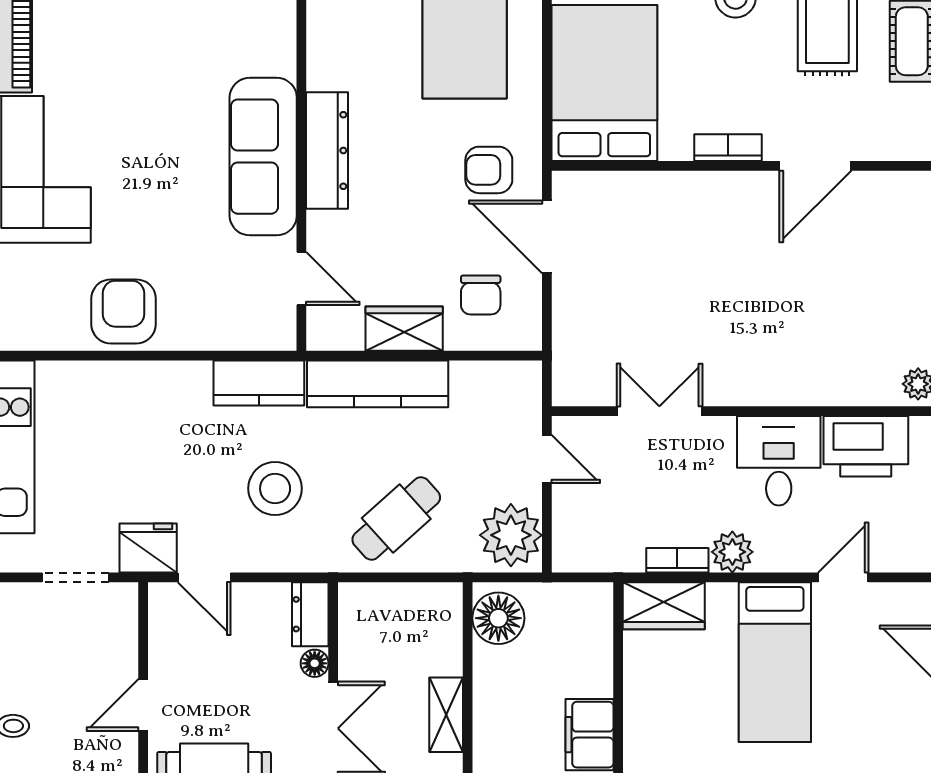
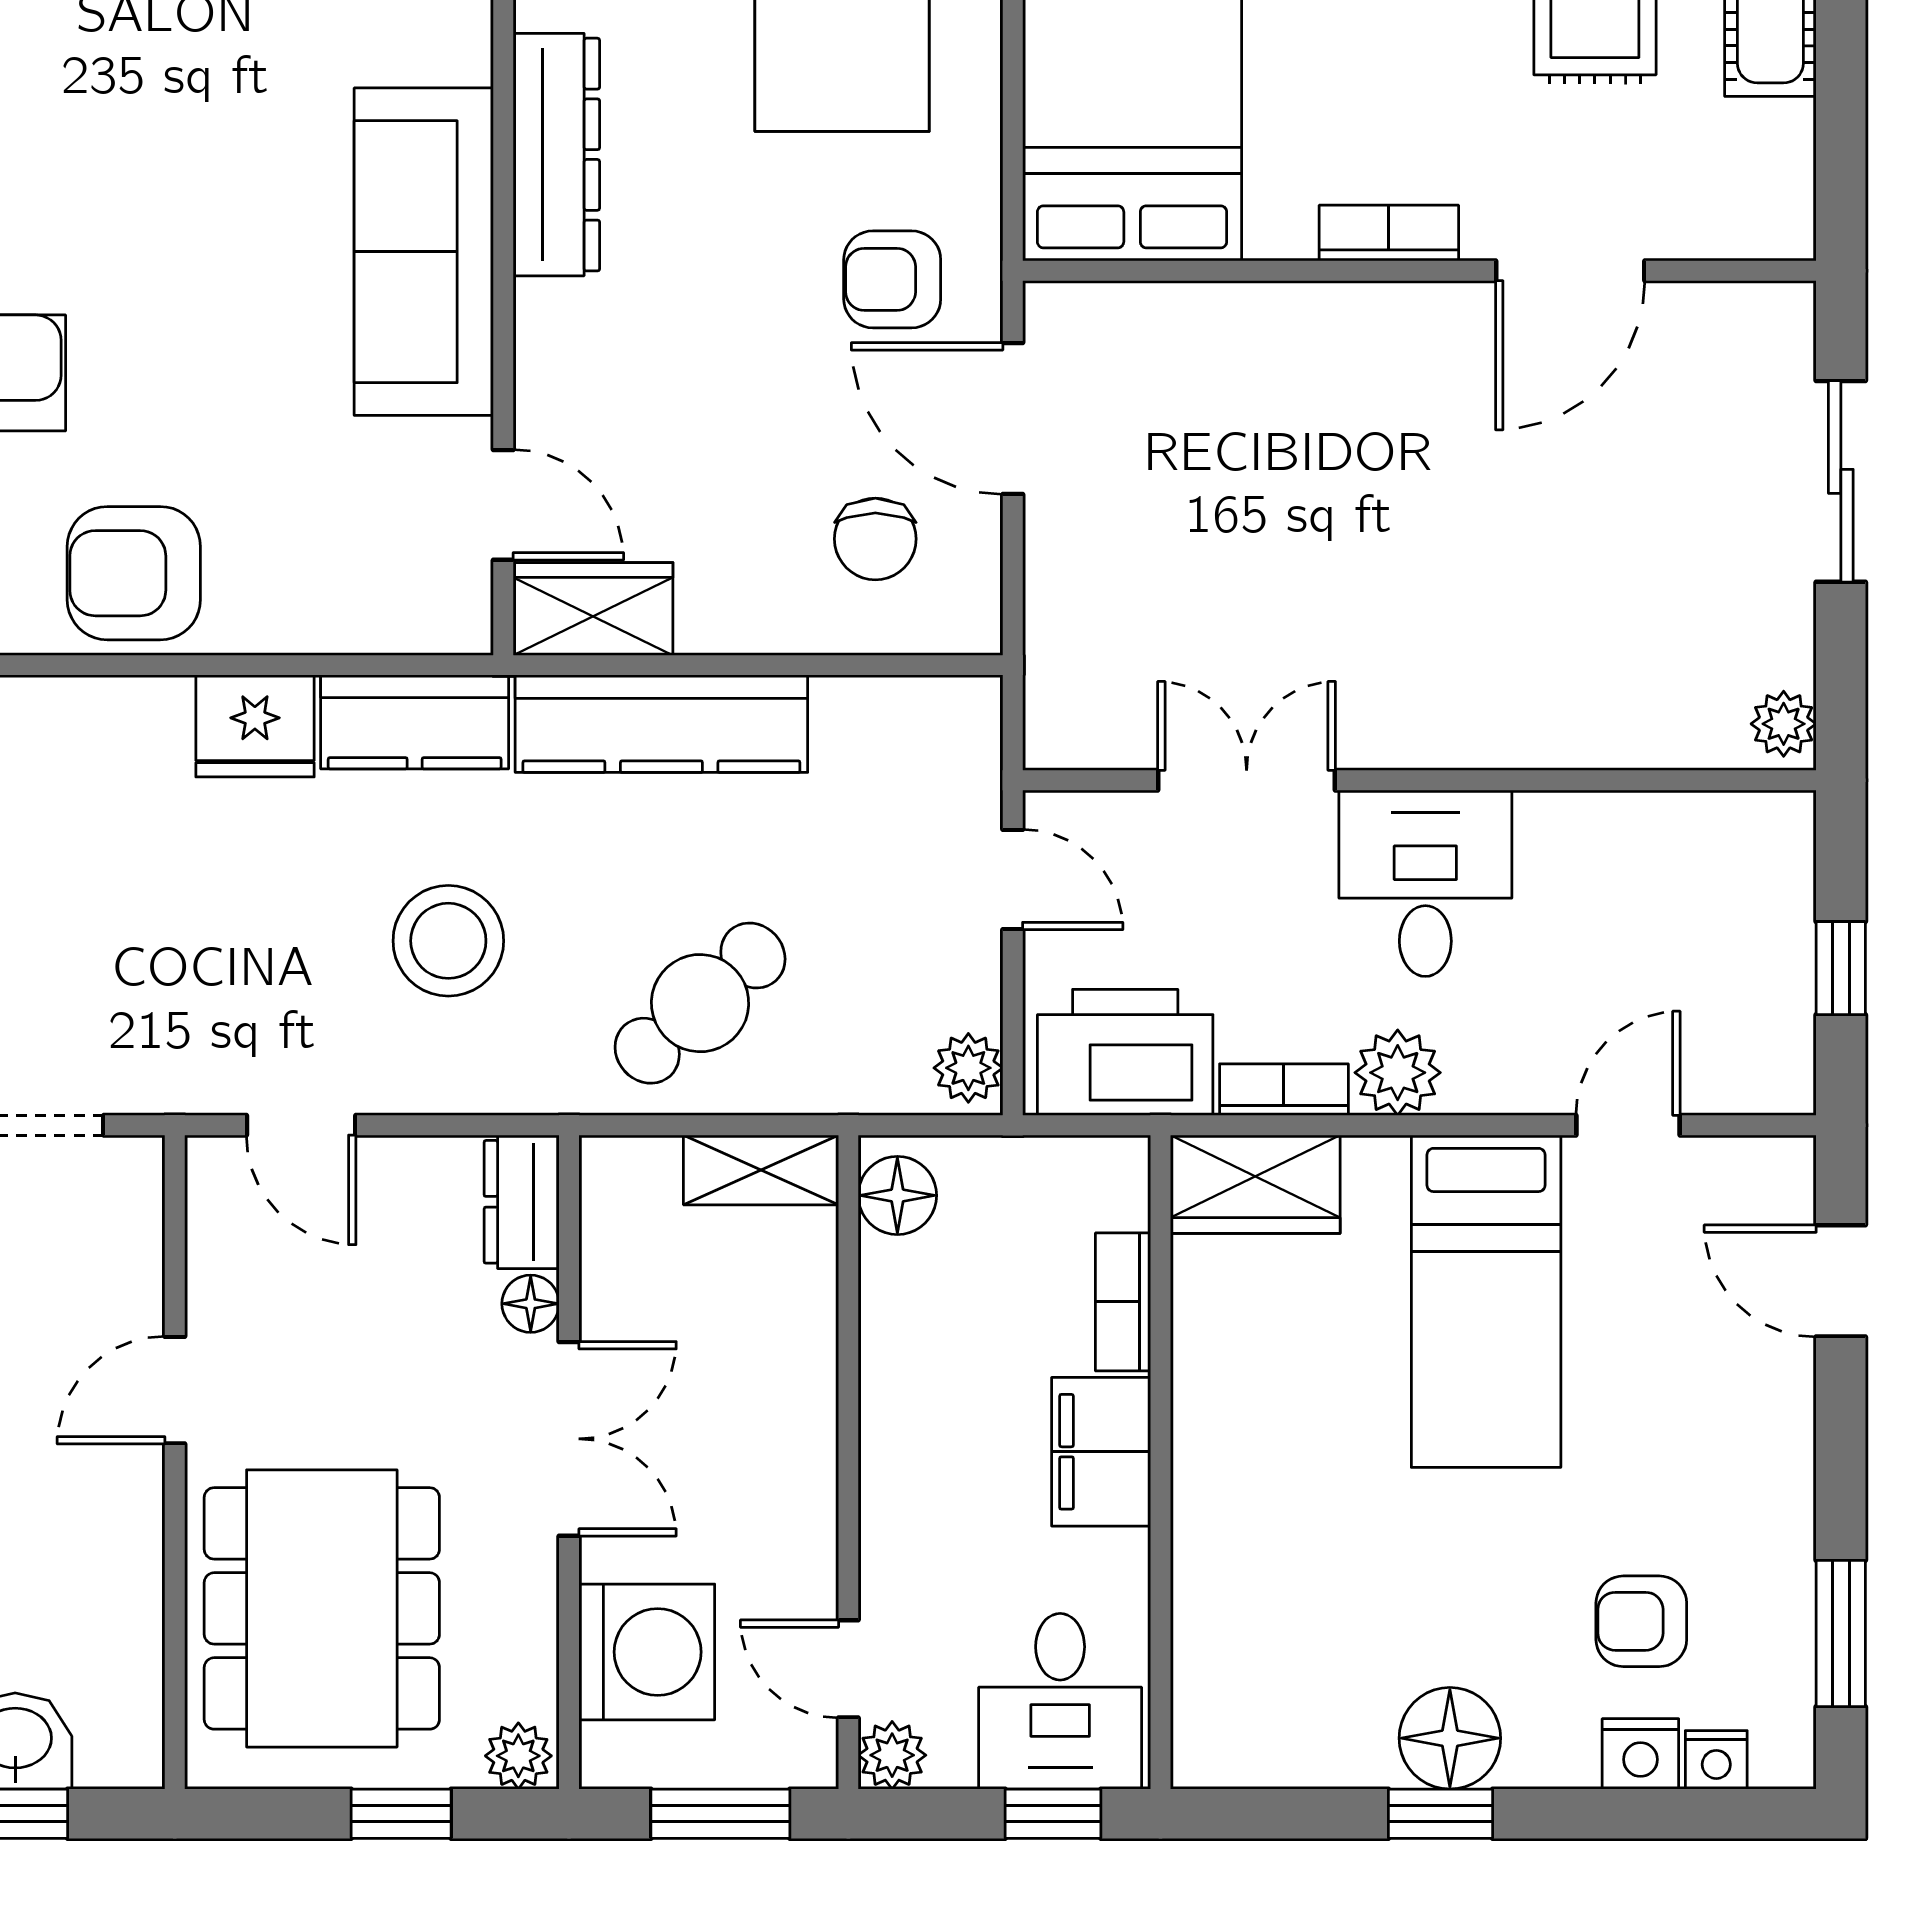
dresser: (327, 151) -> (556, 155), moved
armchair: (124, 311) -> (134, 573), turned -90
wardrobe: (404, 329) -> (593, 609), moved
printer: (866, 446) -> (1125, 1052), moved, turned 180
desk: (779, 461) -> (1425, 883), moved
plant: (511, 535) -> (968, 1068), width x0.53, depth x0.53
fridge: (148, 548) -> (255, 726), moved, turned 180
floor lamp: (498, 618) -> (897, 1195), width x0.73, depth x0.73
bookcase: (600, 662) -> (1123, 1302), added
shelving: (446, 715) -> (761, 1170), moved, turned 90

